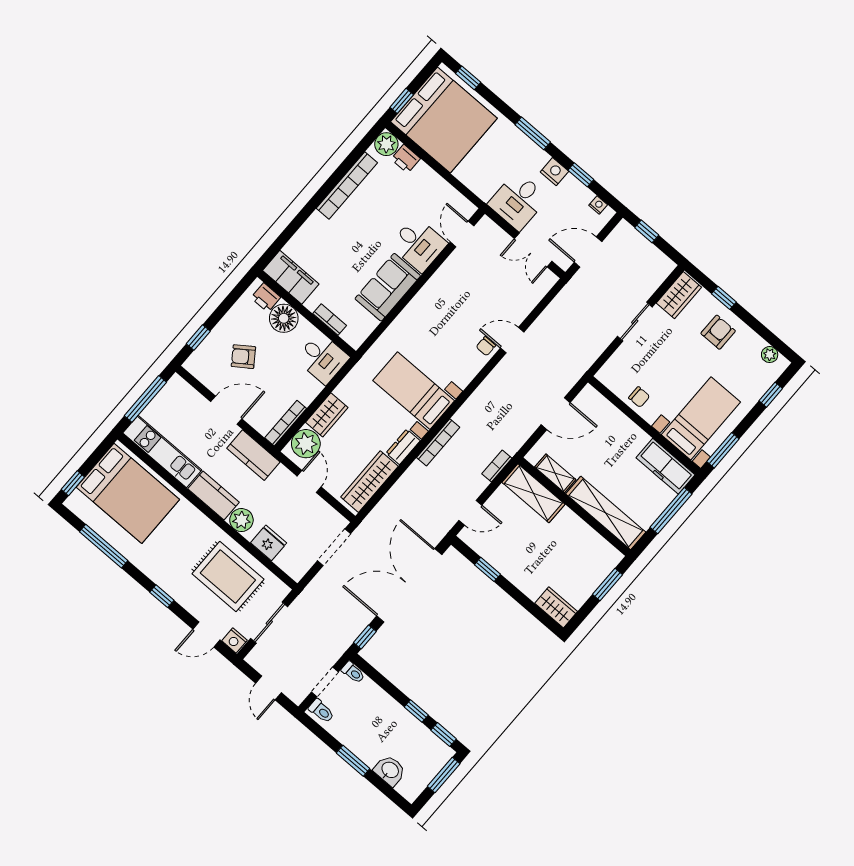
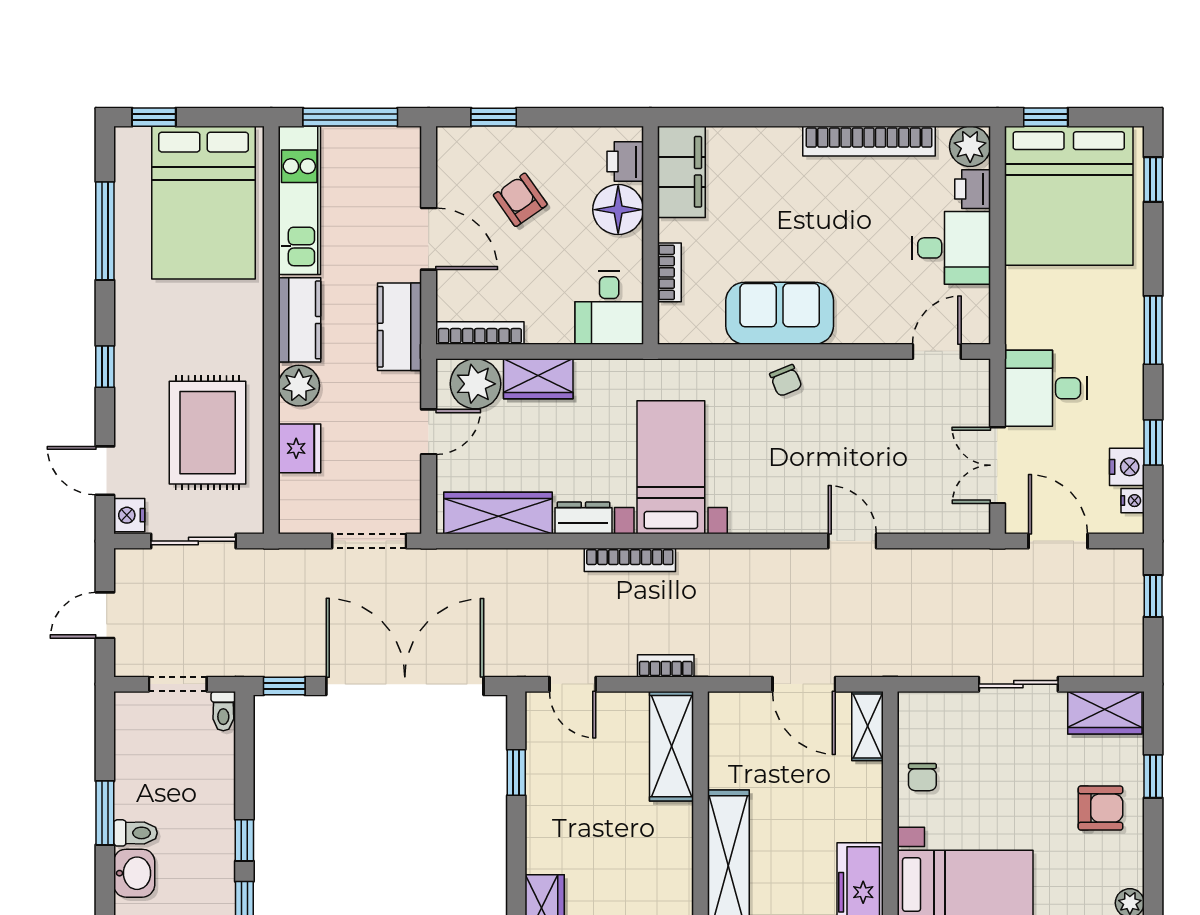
nightstand: (554, 172) -> (1127, 467), moved
desk: (418, 244) -> (951, 248), moved, turned -90
chair: (486, 346) -> (786, 381), moved, turned -112
shelving: (555, 473) -> (867, 726), moved
toilet: (321, 711) -> (135, 833), moved, turned -90

